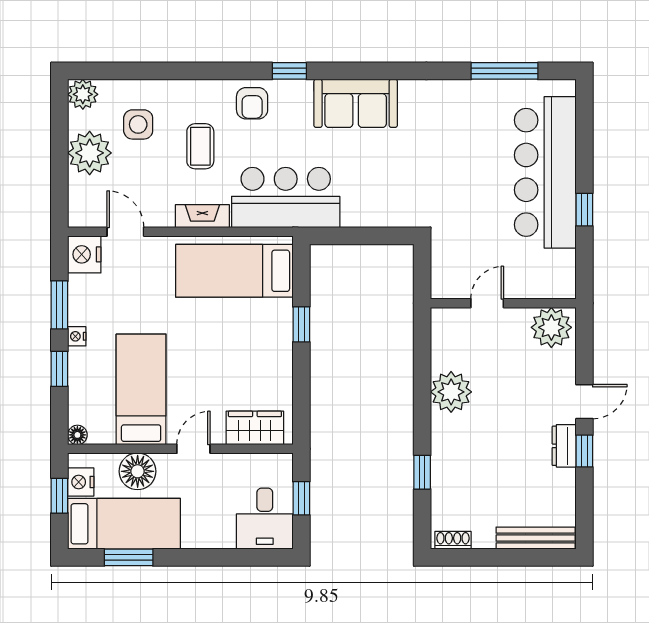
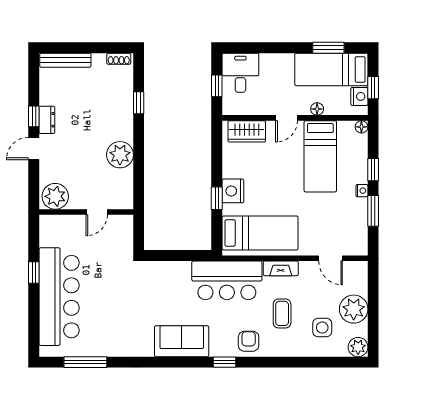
nightstand: (84, 254) -> (233, 191), moved, turned 180
floor lamp: (138, 471) -> (317, 109), width x0.53, depth x0.53

